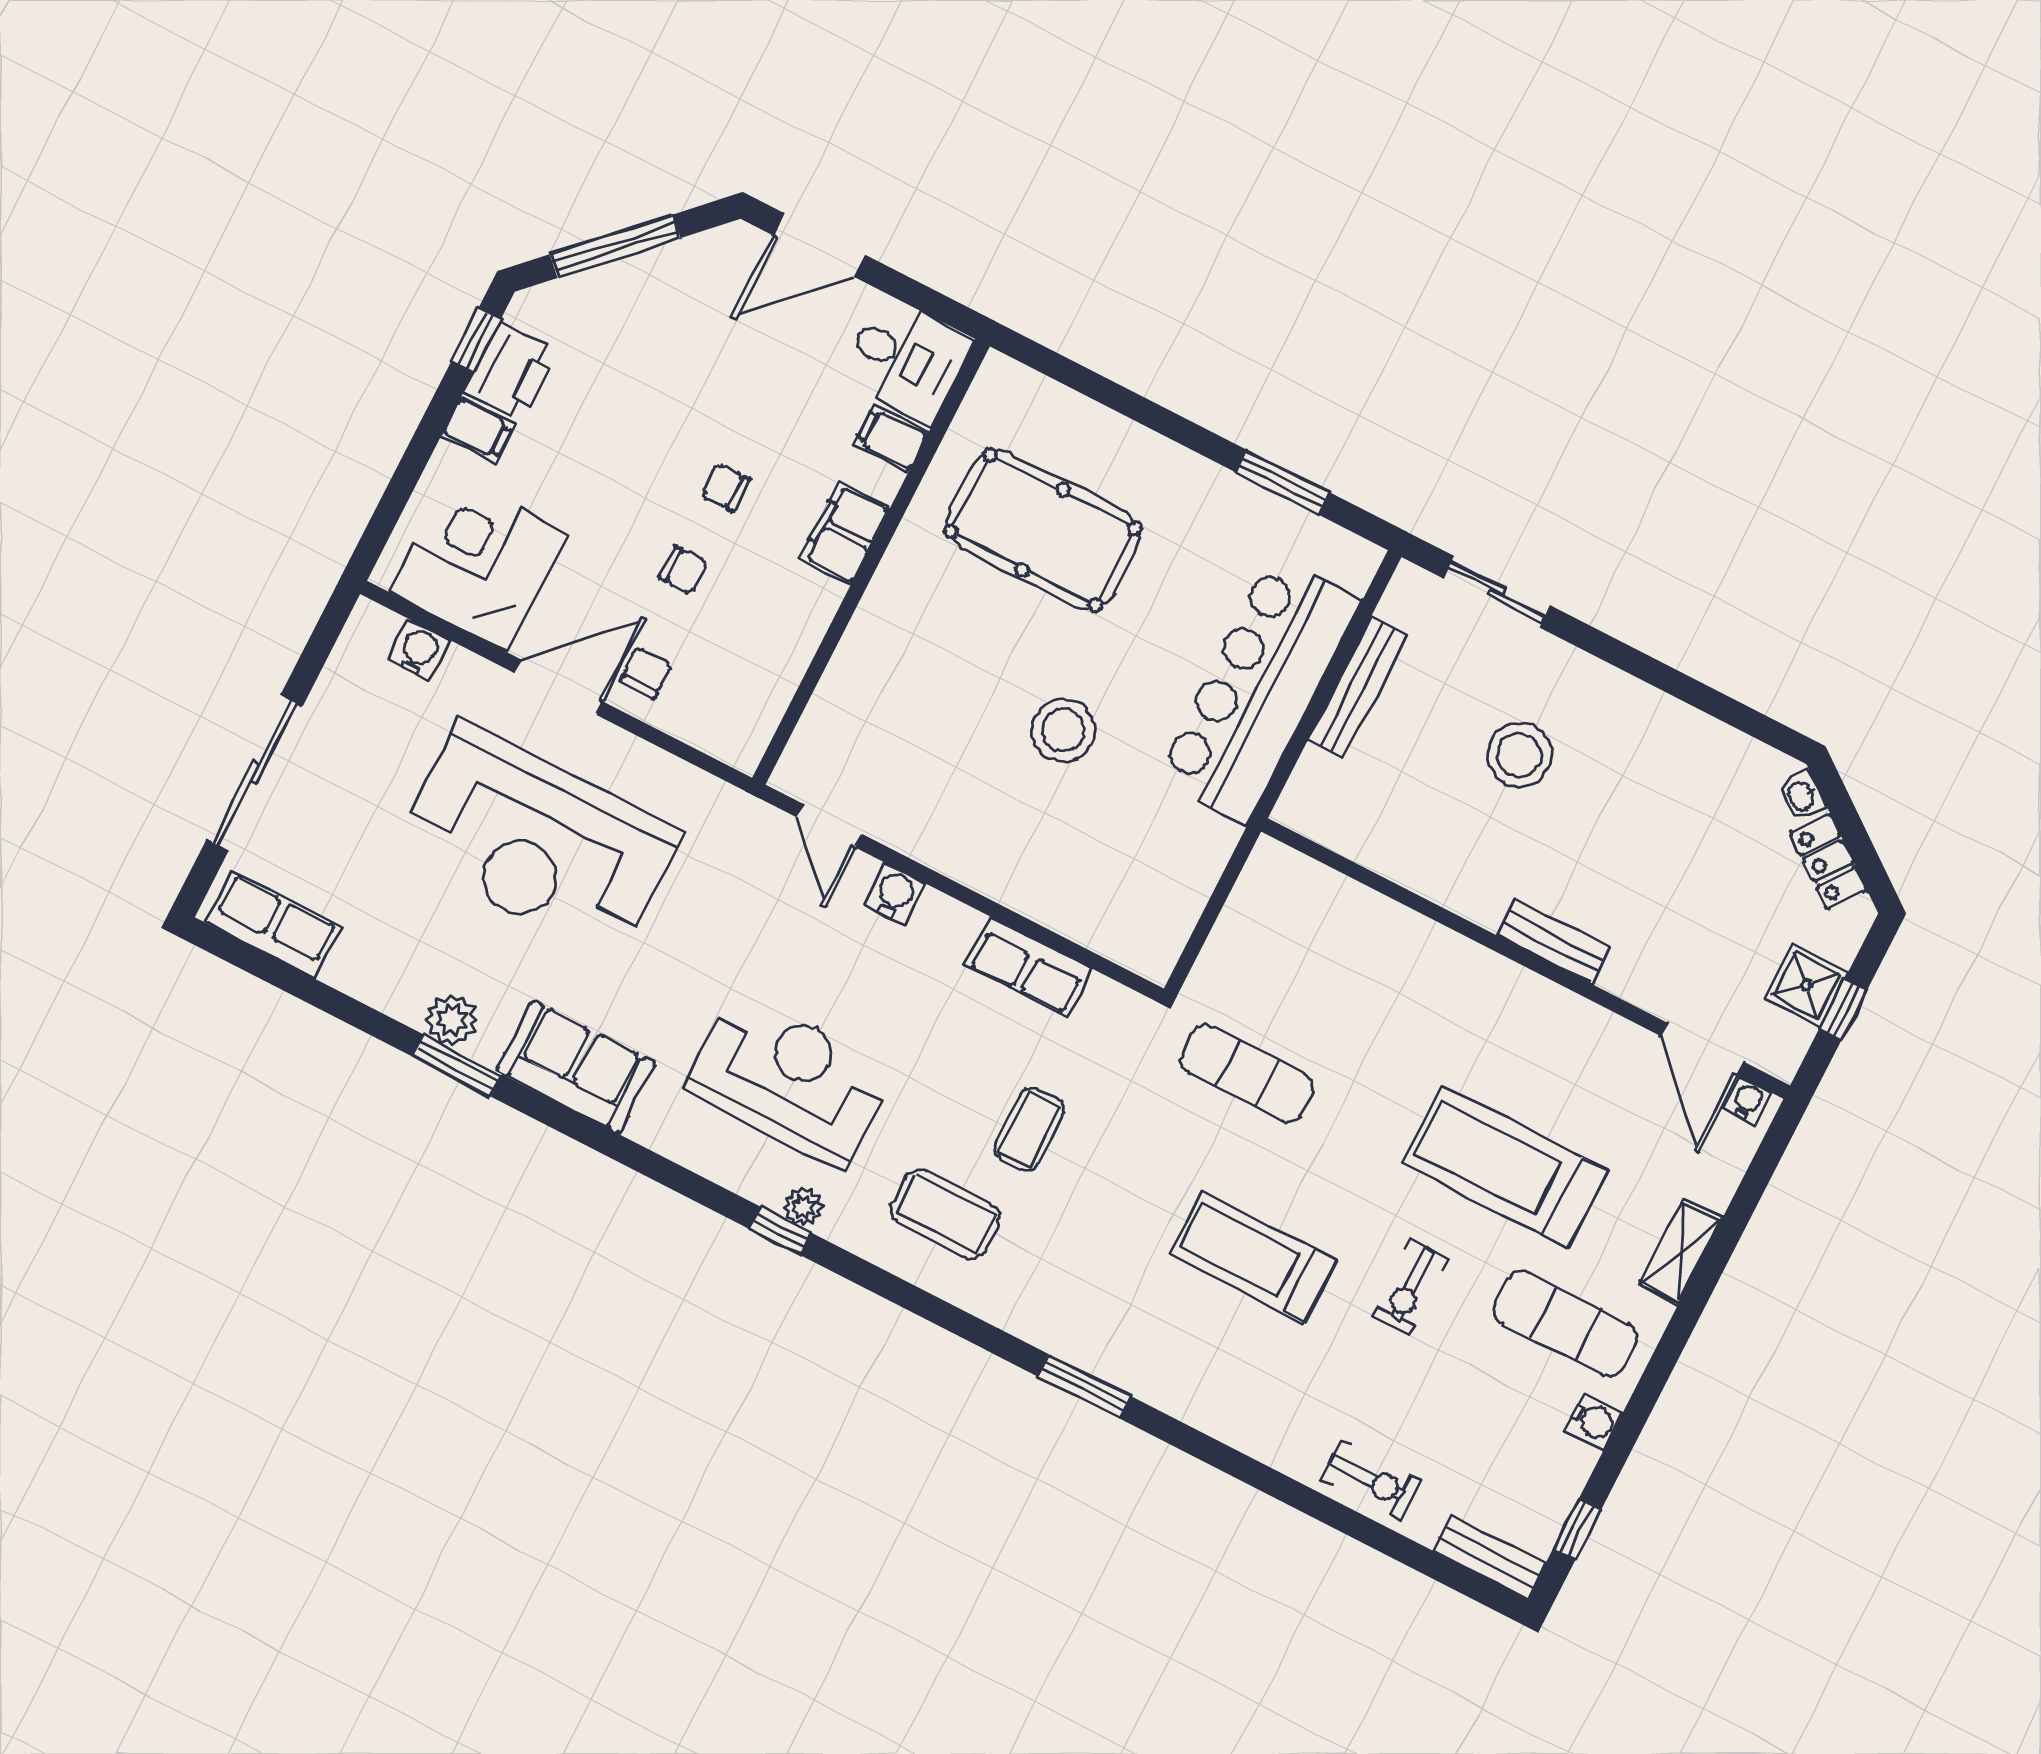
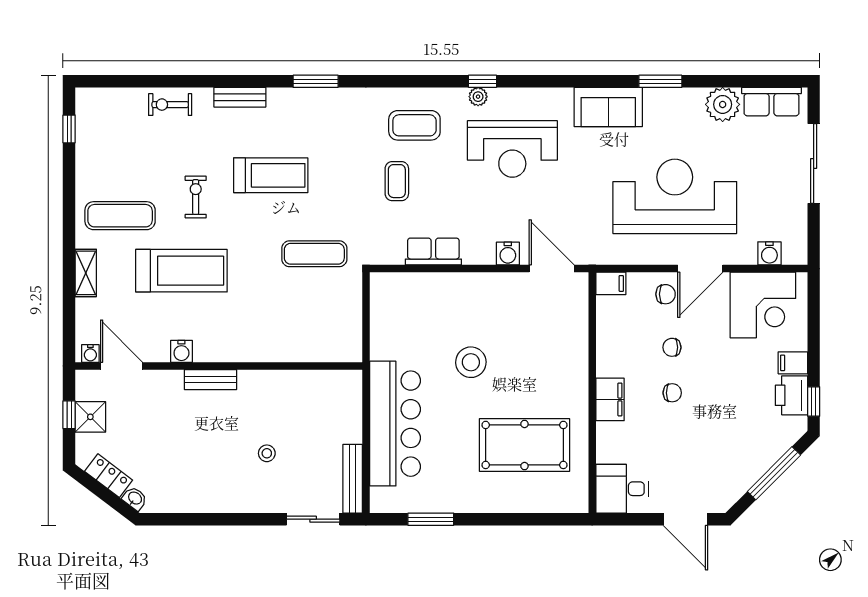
door: (819, 245) -> (685, 519), swing flipped
filing cabinet: (891, 438) -> (611, 283), moved
chair: (646, 673) -> (666, 294), turned -90
bench: (1357, 687) -> (353, 479), moved
stool: (1519, 755) -> (267, 453), width x0.53, depth x0.53
door: (829, 826) -> (552, 269), width x1.38
plant: (452, 1020) -> (723, 104), moved, width x1.36, depth x1.36
water cooler: (1594, 1421) -> (181, 351), moved, turned -90
bench: (1489, 1557) -> (240, 97), moved

